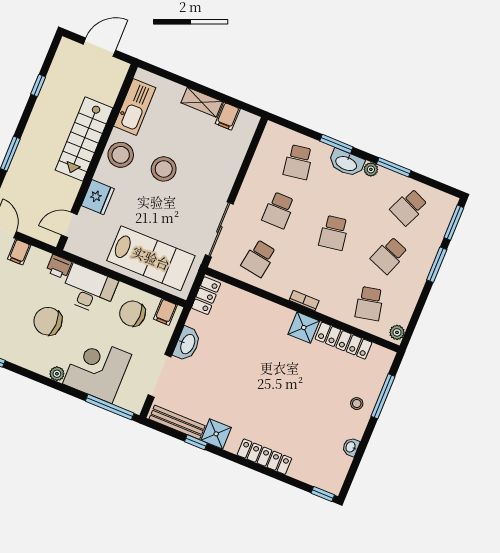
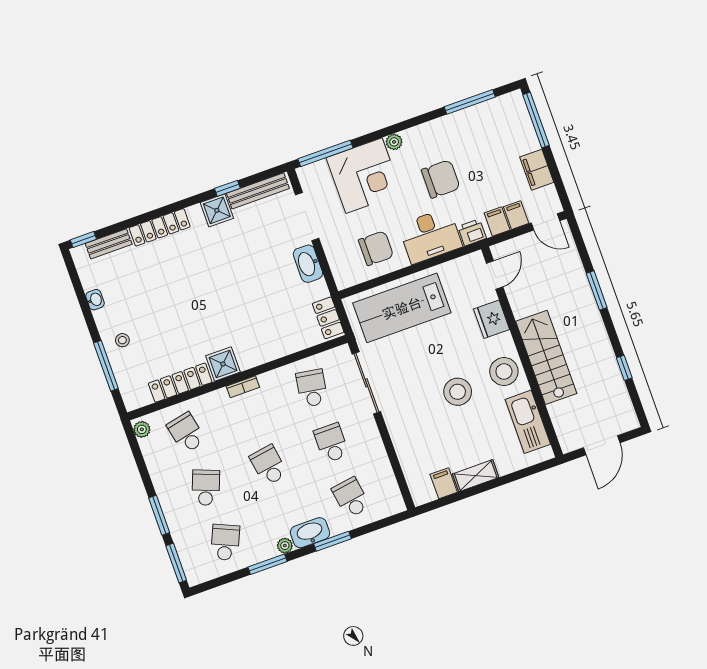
filing cabinet: (165, 312) -> (497, 222), moved
bench: (308, 476) -> (109, 244), added

